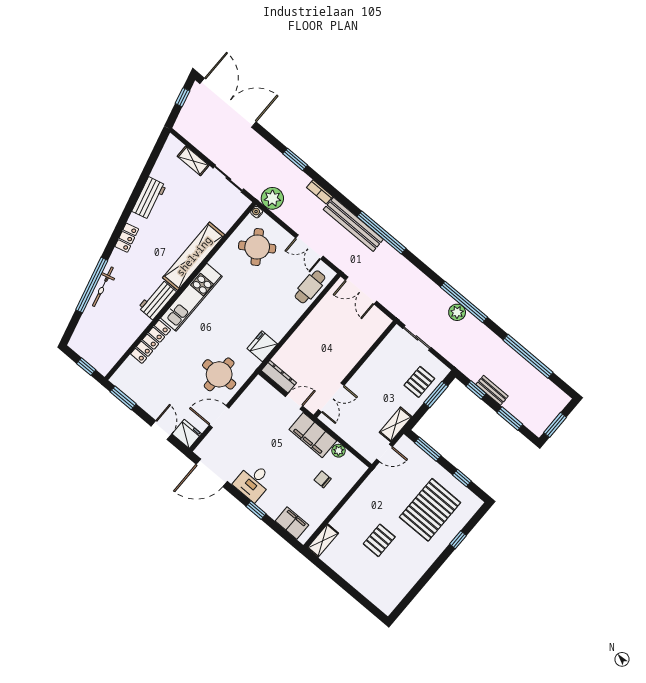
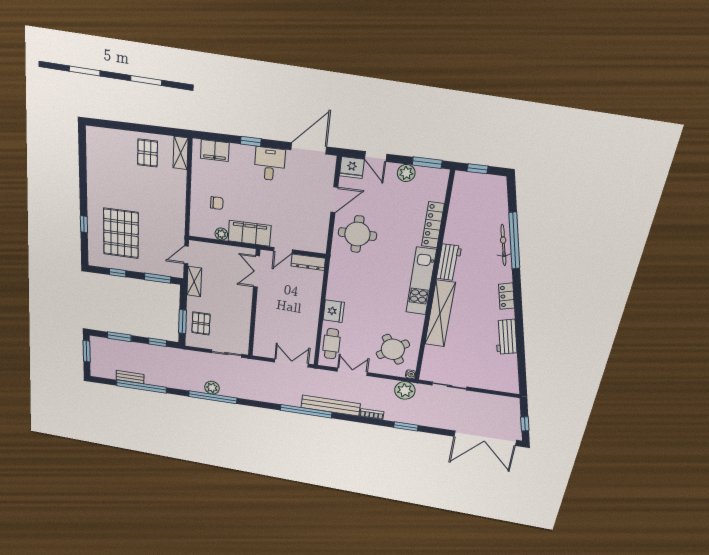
shelving: (193, 161) -> (487, 384), removed
fridge: (262, 346) -> (334, 311), moved
bench: (492, 390) -> (130, 377), moved
plant: (145, 400) -> (406, 173), added
pallet: (379, 540) -> (148, 153), moved

